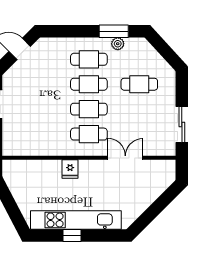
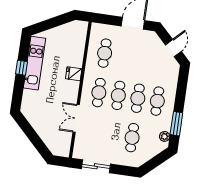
plant: (118, 44) -> (165, 136), moved
cafe table: (39, 134) -> (105, 53), added
double door: (125, 158) -> (76, 118), swing flipped
kitchen unit: (76, 220) -> (35, 63), width x0.73

